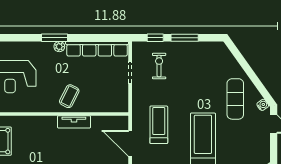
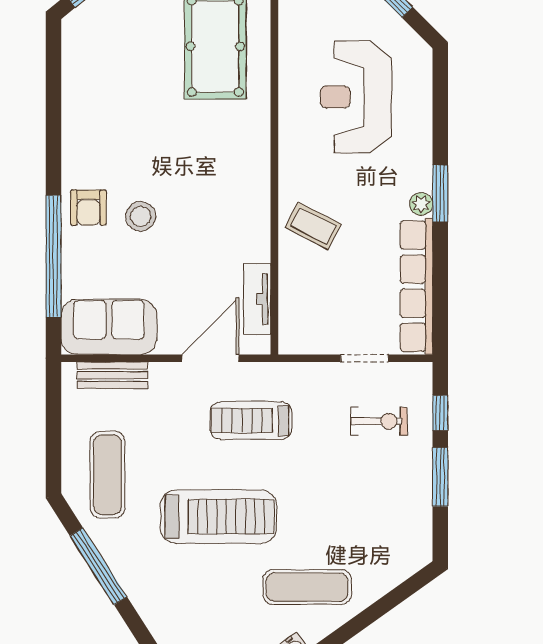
tv unit: (74, 122) -> (257, 299), moved
treadmill: (159, 125) -> (251, 421), turned 180

